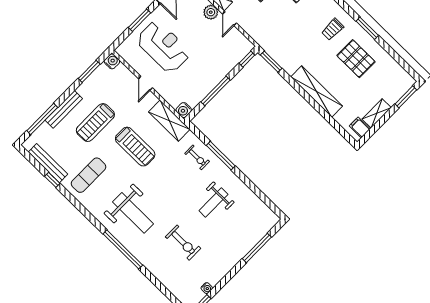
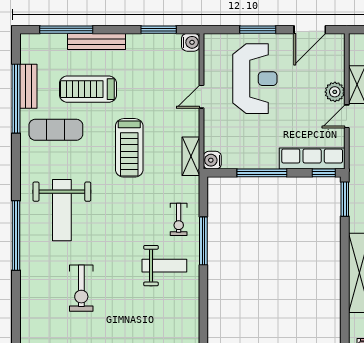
row of seats: (234, 58) -> (312, 159), added
shelving: (169, 121) -> (191, 156), width x0.67, depth x0.75
treadmill: (95, 123) -> (88, 89), moved
bench: (48, 163) -> (28, 86), width x0.73
window: (52, 180) -> (16, 99), width x3.17
weight bench: (213, 203) -> (164, 266), moved, turned 180

